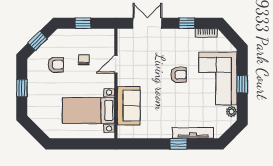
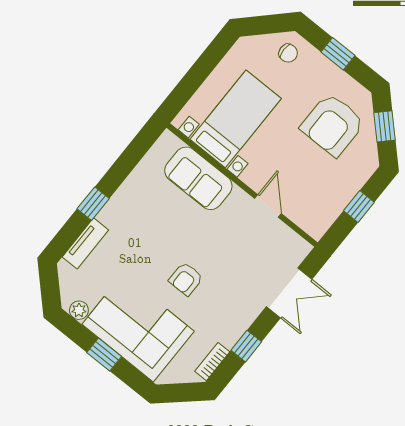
chair: (84, 60) -> (288, 53), moved
armchair: (56, 65) -> (333, 125), width x1.88, depth x1.88
tv unit: (193, 133) -> (85, 243), width x0.71

